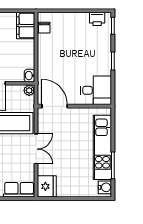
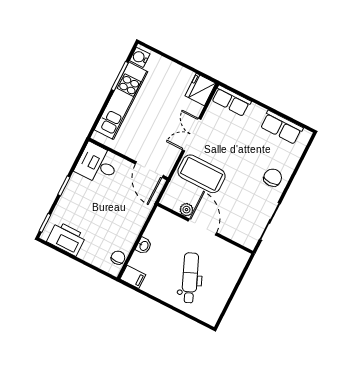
printer: (97, 19) -> (66, 239), width x1.87, depth x1.48
filing cabinet: (26, 26) -> (133, 277), width x0.50
washbasin: (29, 76) -> (144, 246), moved
plant: (29, 90) -> (186, 210), moved

